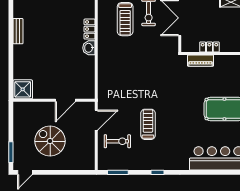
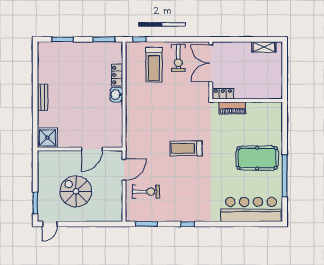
bench: (18, 31) -> (43, 97), moved
locker: (209, 47) -> (223, 94), moved
treadmill: (148, 124) -> (186, 148), moved, turned -90

